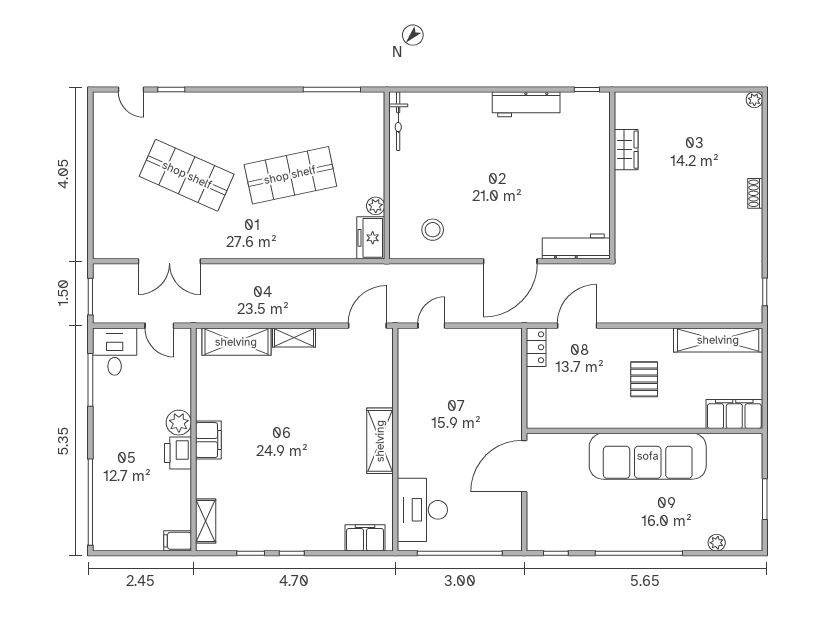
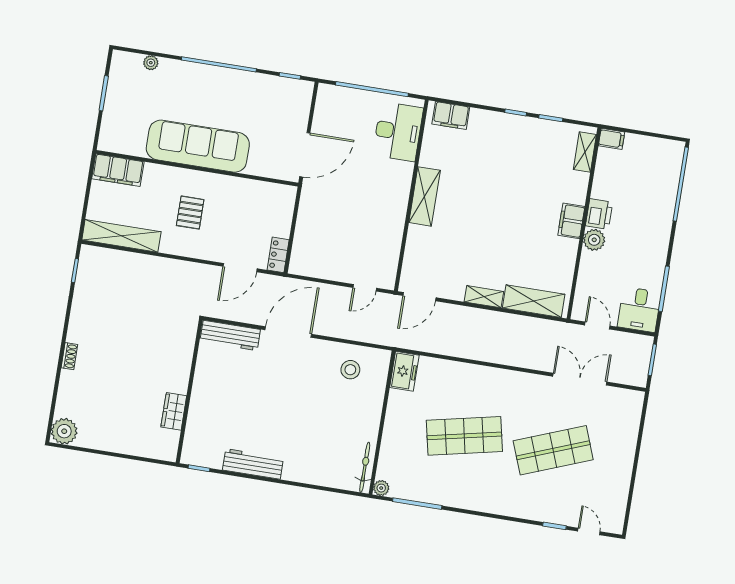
plant: (754, 100) -> (64, 431), width x1.87, depth x1.87
shop shelf: (187, 175) -> (553, 450), turned -45
plant: (376, 206) -> (381, 488), moved

